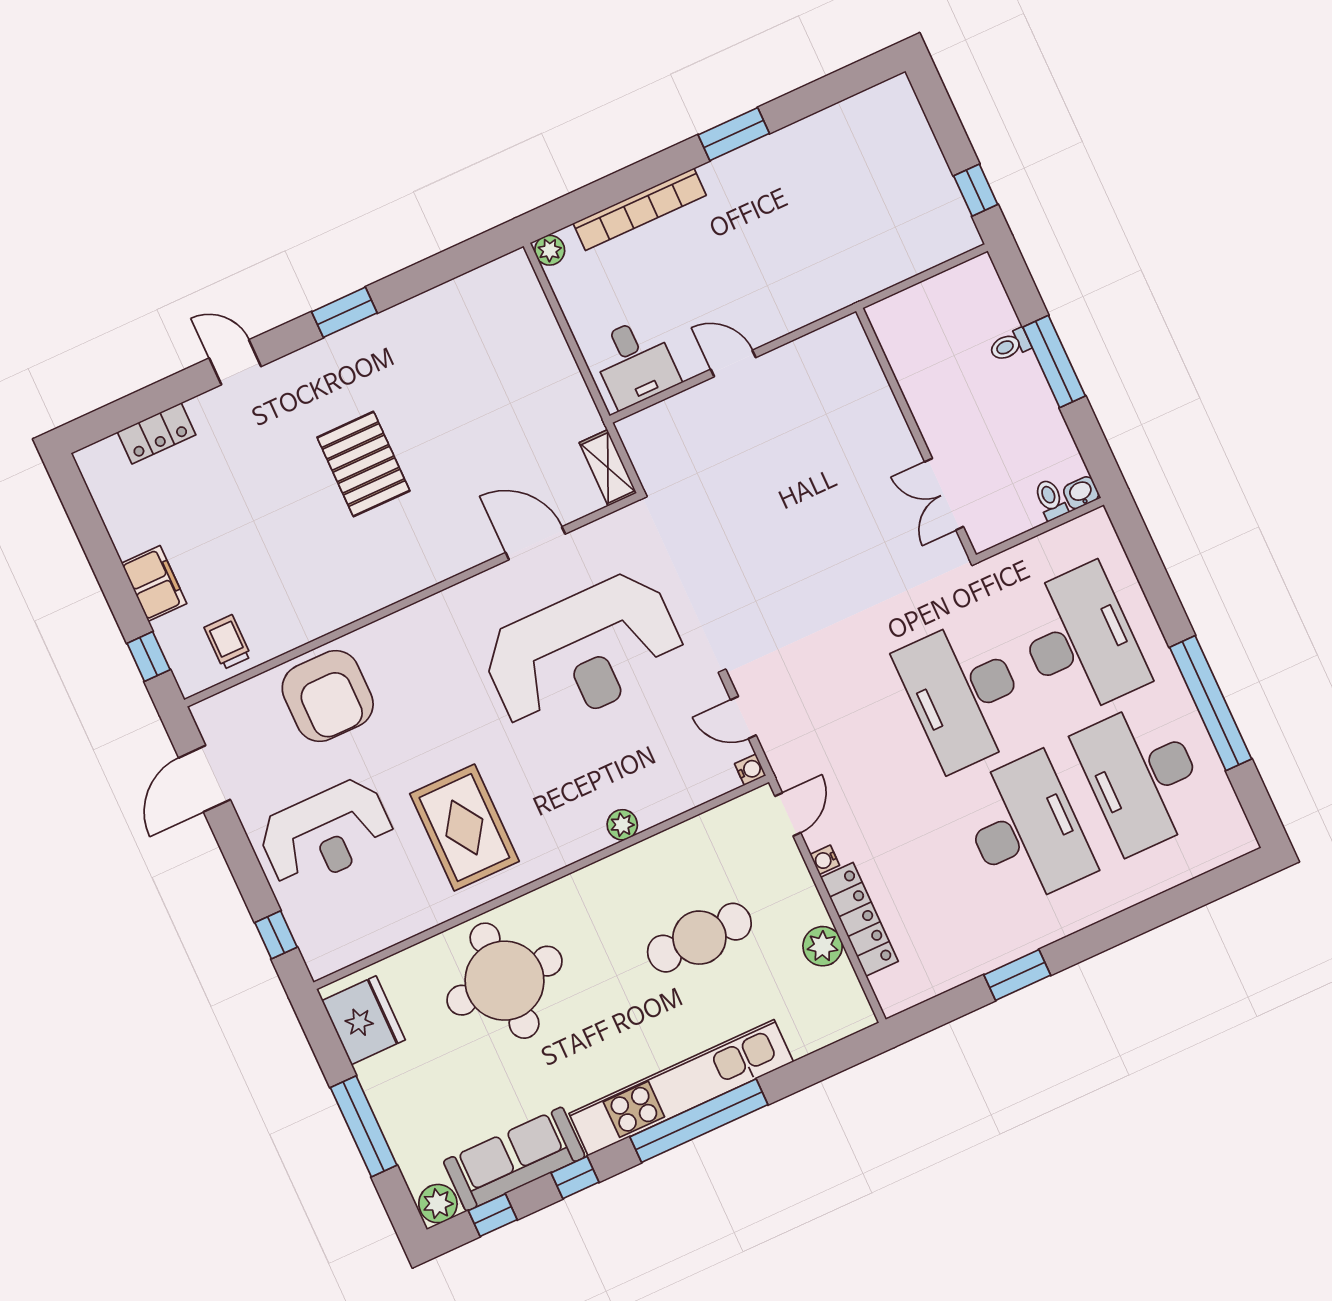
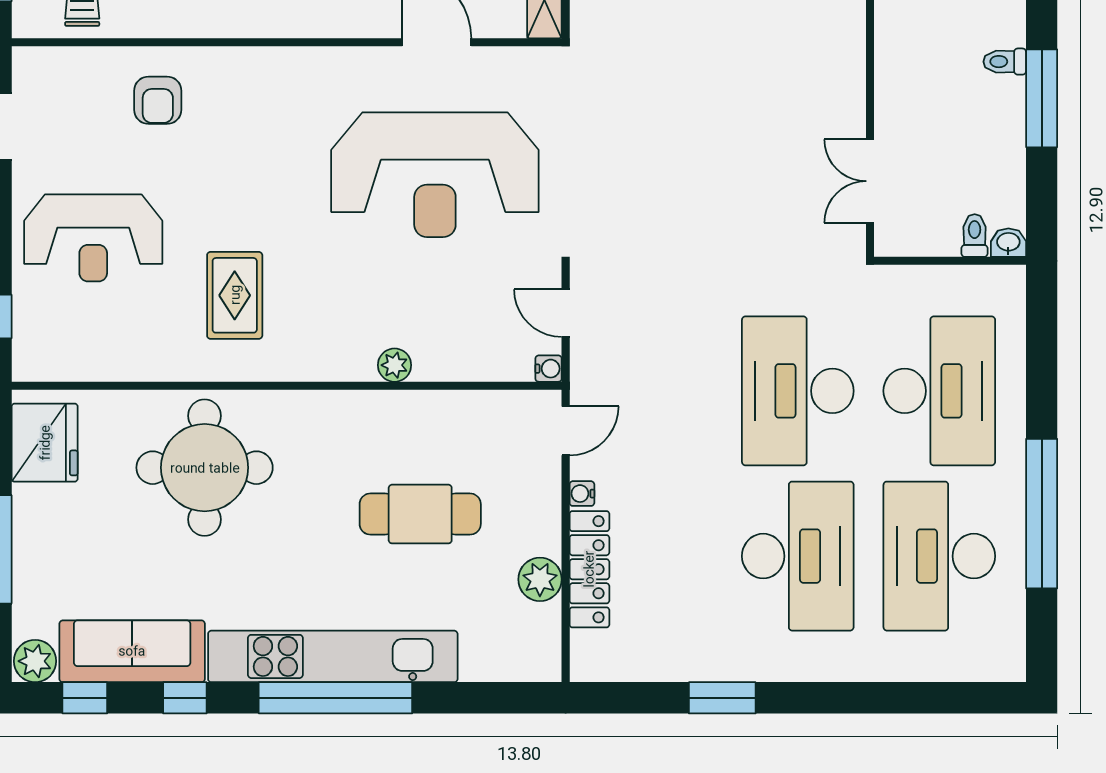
armchair: (328, 696) -> (158, 100), width x0.53, depth x0.53
rug: (464, 828) -> (235, 295), width x0.73, depth x0.70

